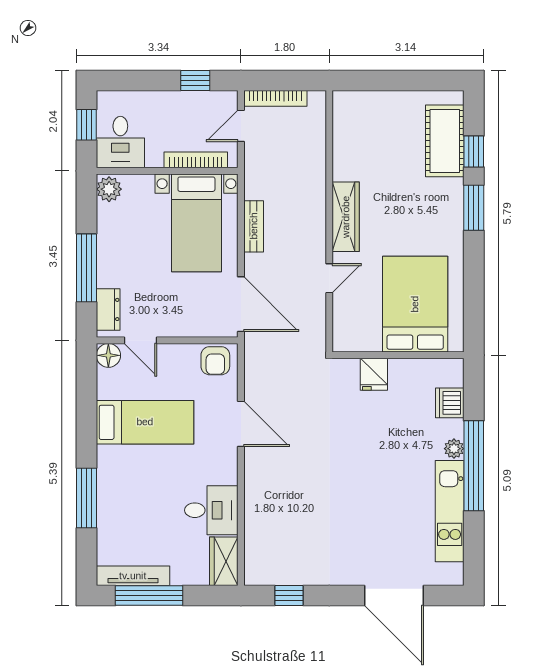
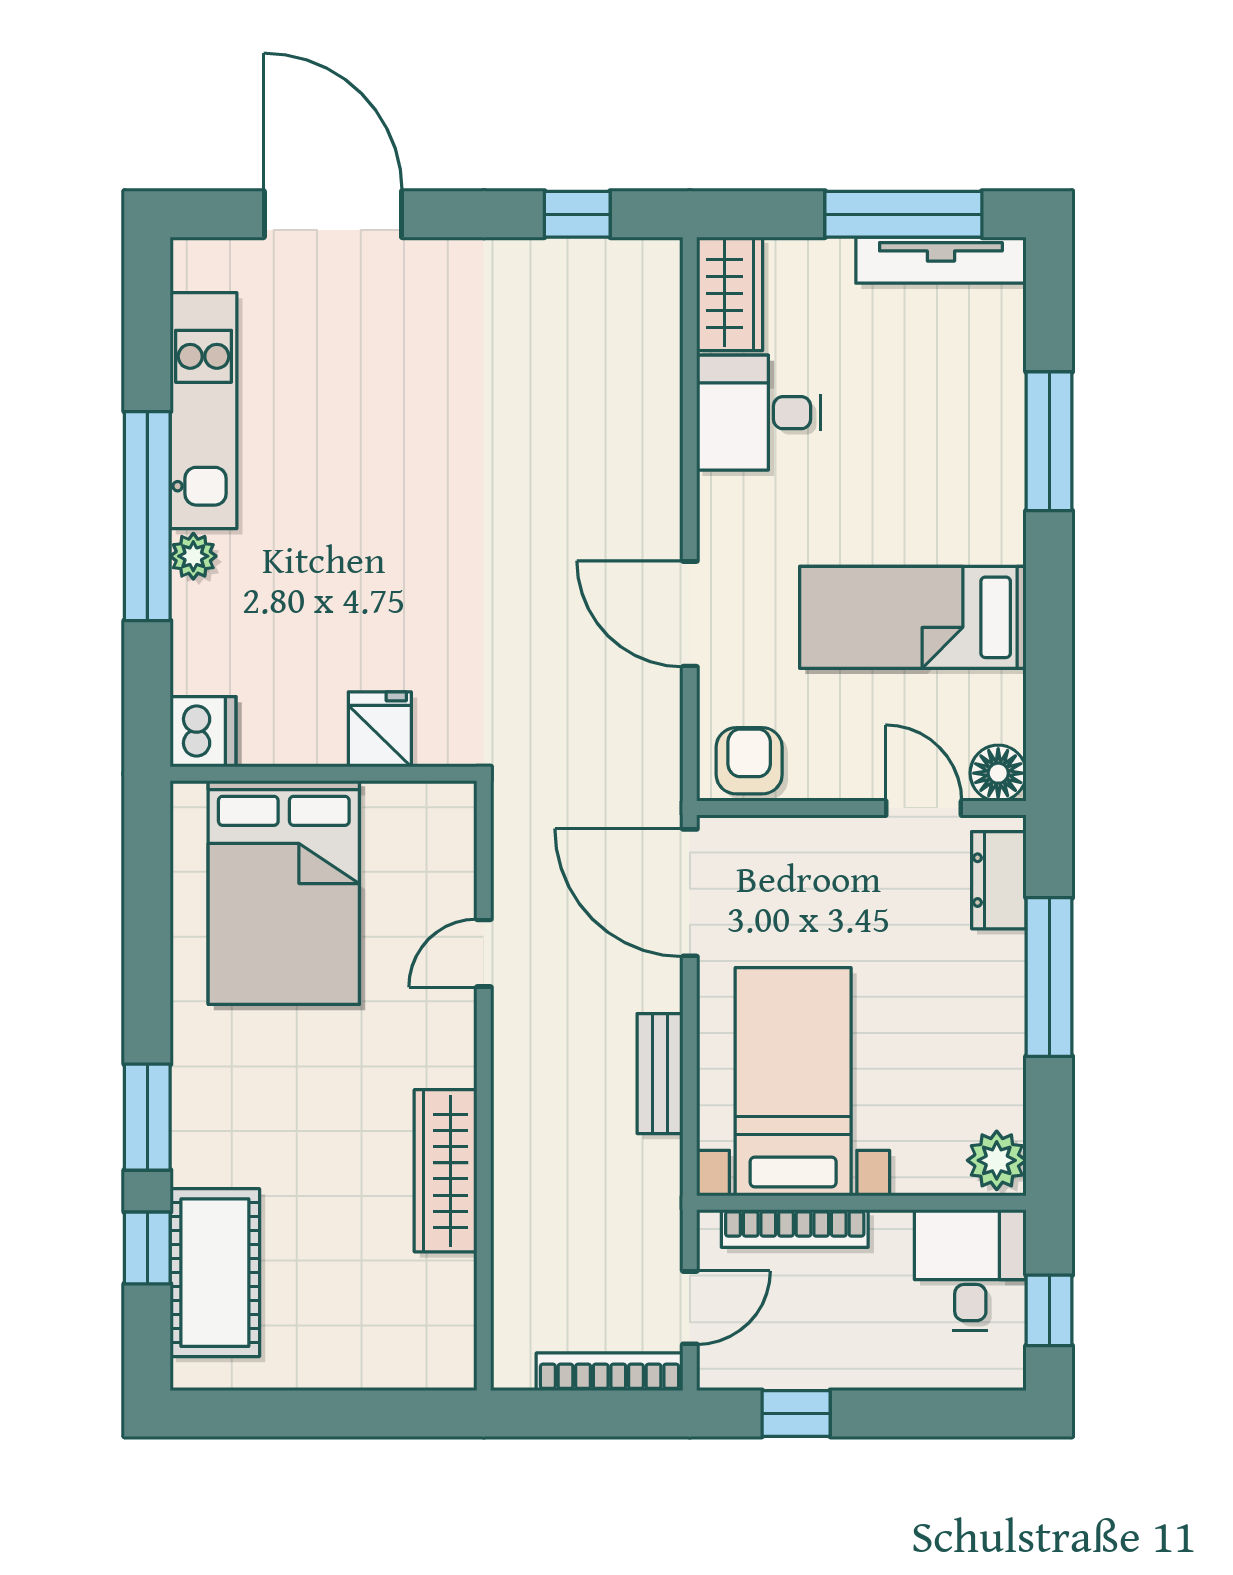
wardrobe: (346, 217) -> (446, 1171), moved
dishwasher: (450, 403) -> (203, 732), moved

